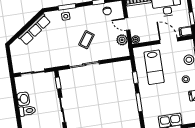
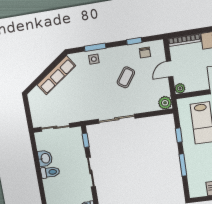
door: (127, 24) -> (170, 69), hinge flipped
coffee table: (86, 40) -> (126, 77), moved
plant: (122, 40) -> (165, 103), moved

